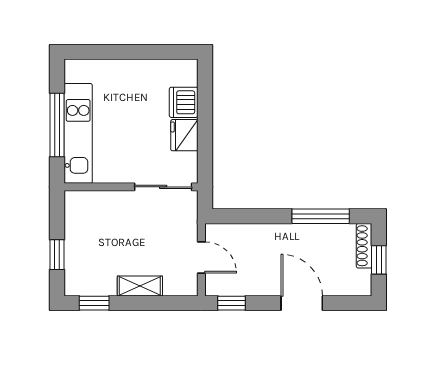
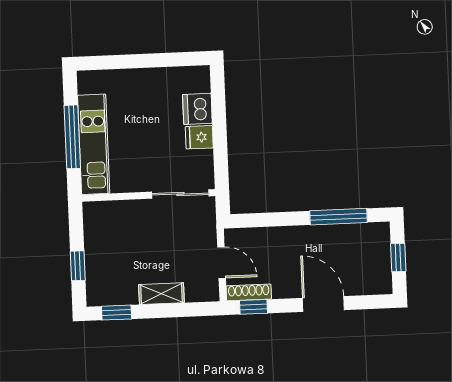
fridge: (184, 135) -> (199, 137), width x0.72
shoe rack: (364, 246) -> (249, 292), moved, turned 90

